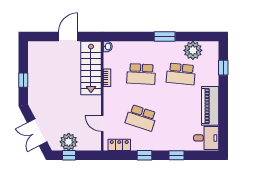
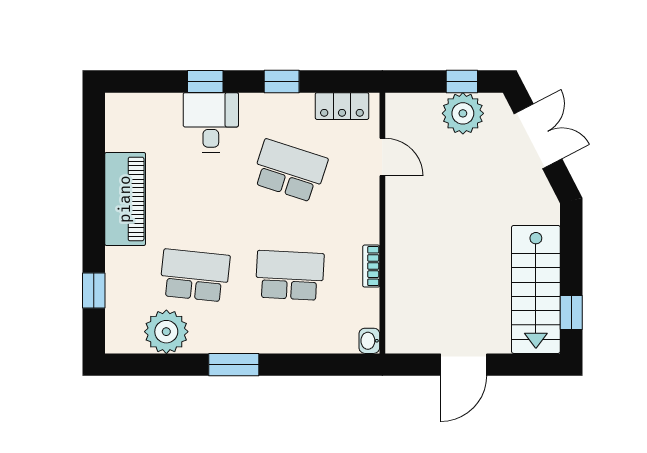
stairs: (91, 68) -> (536, 289), moved, turned 180
window: (23, 80) -> (571, 312), moved
desk: (206, 138) -> (211, 122), moved, turned 90

